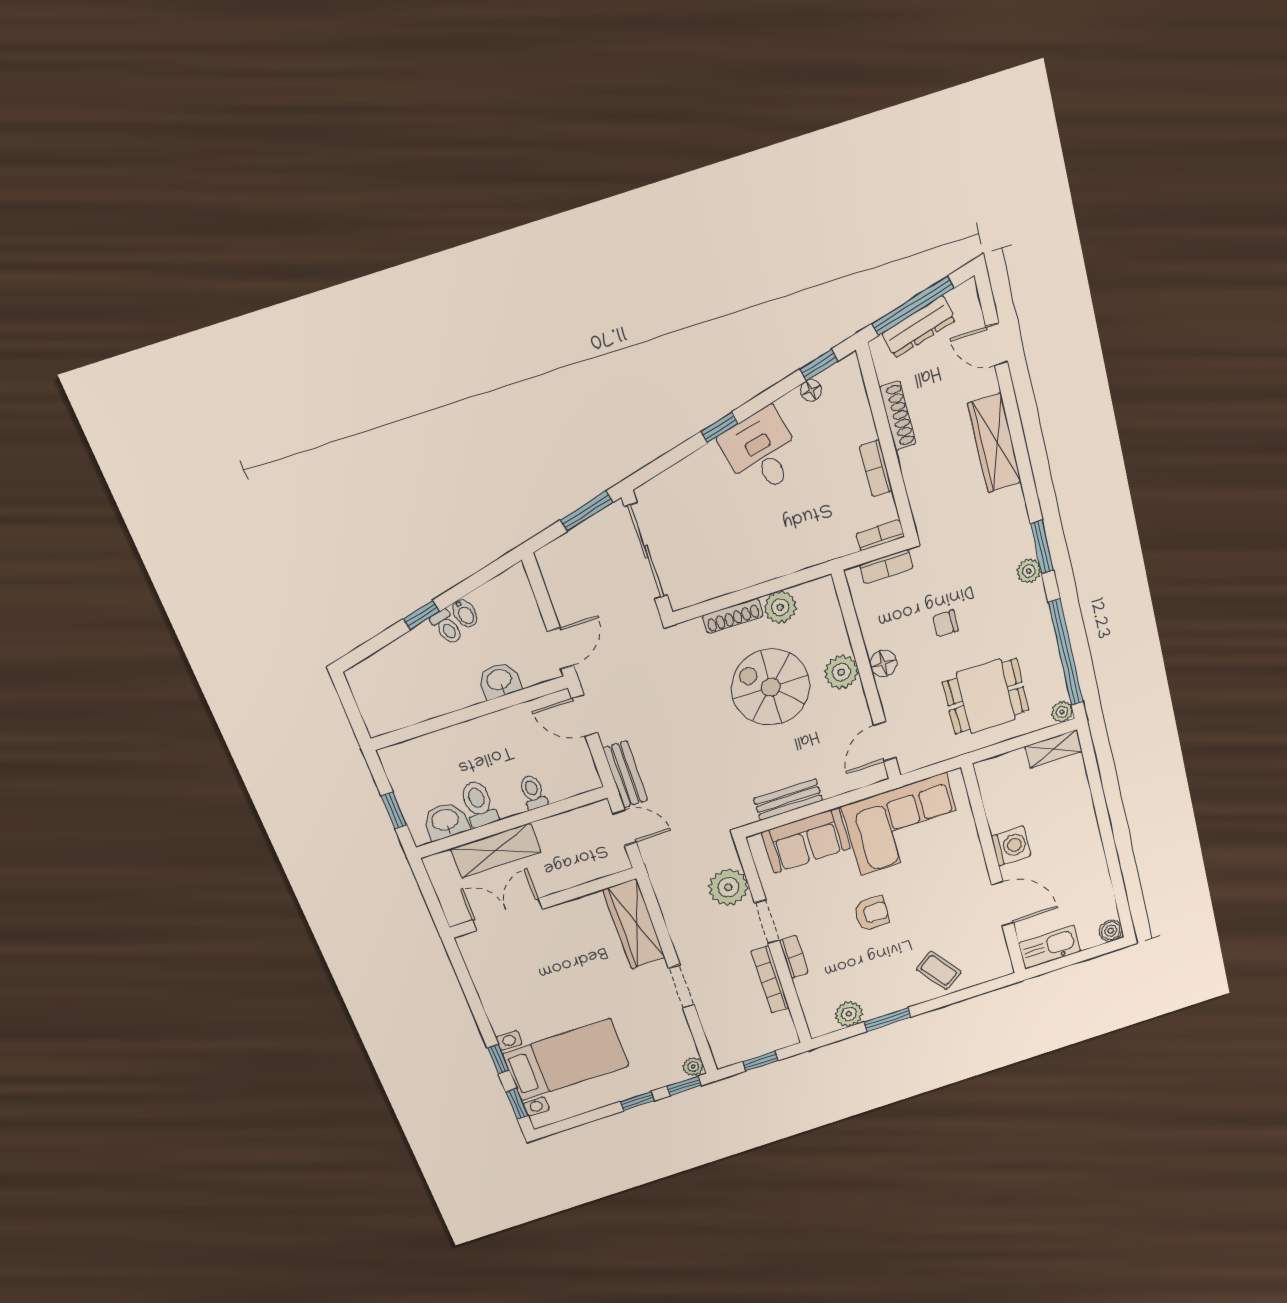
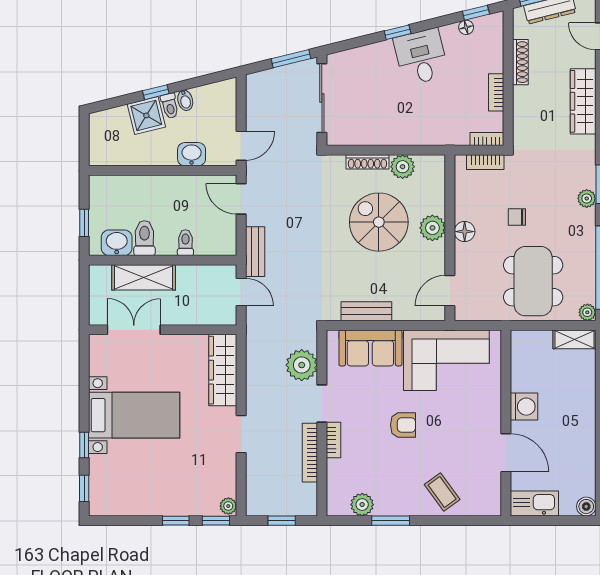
shower: (421, 650) -> (146, 115), added
dining table: (986, 696) -> (533, 281), width x1.38
bed with nightstands: (566, 1060) -> (134, 415), moved

